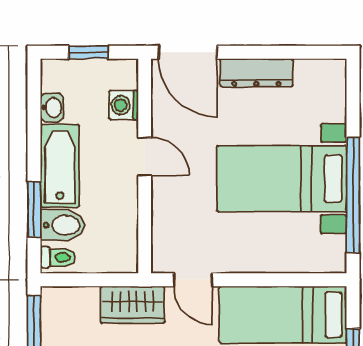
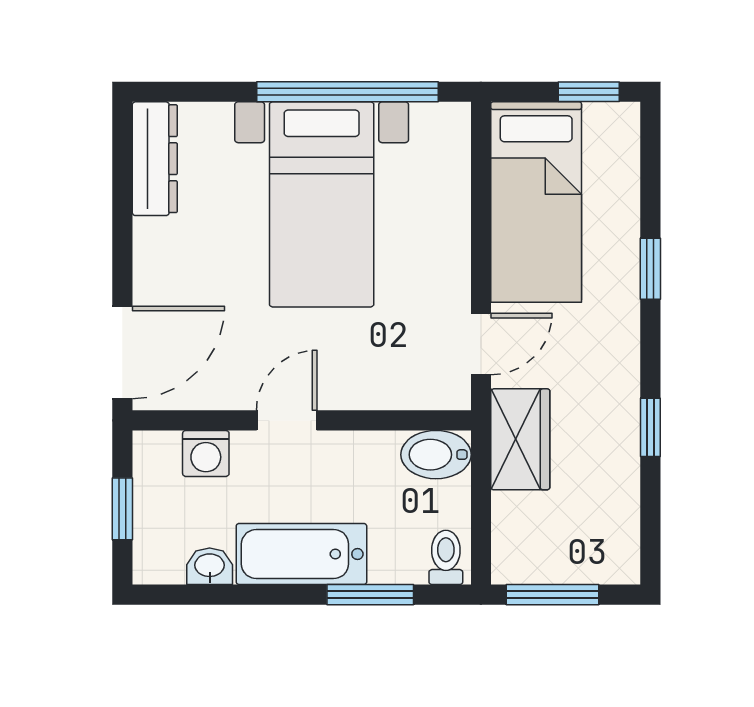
dresser: (256, 73) -> (155, 159), moved
bidet: (63, 225) -> (436, 455), moved, turned -90

